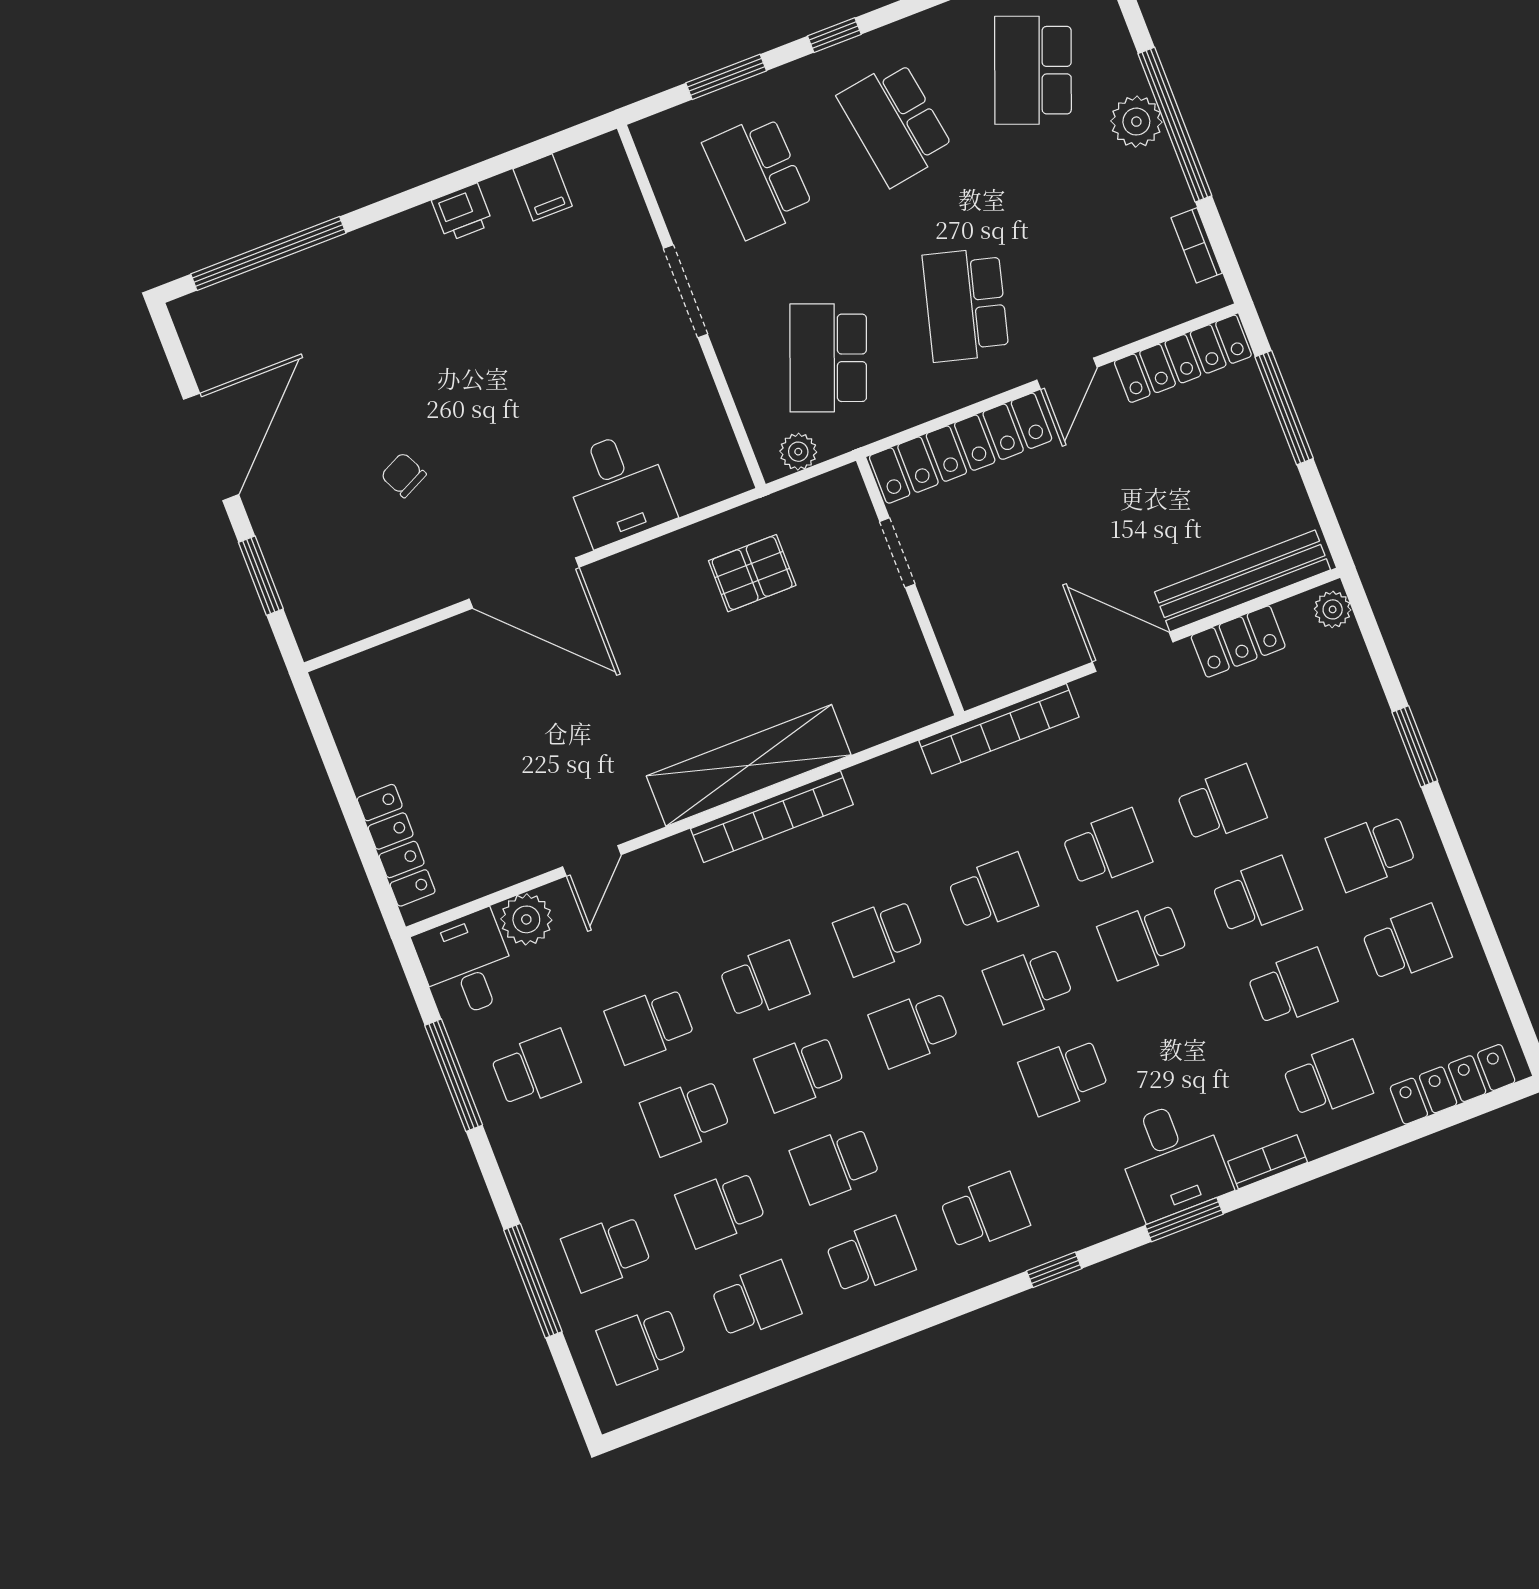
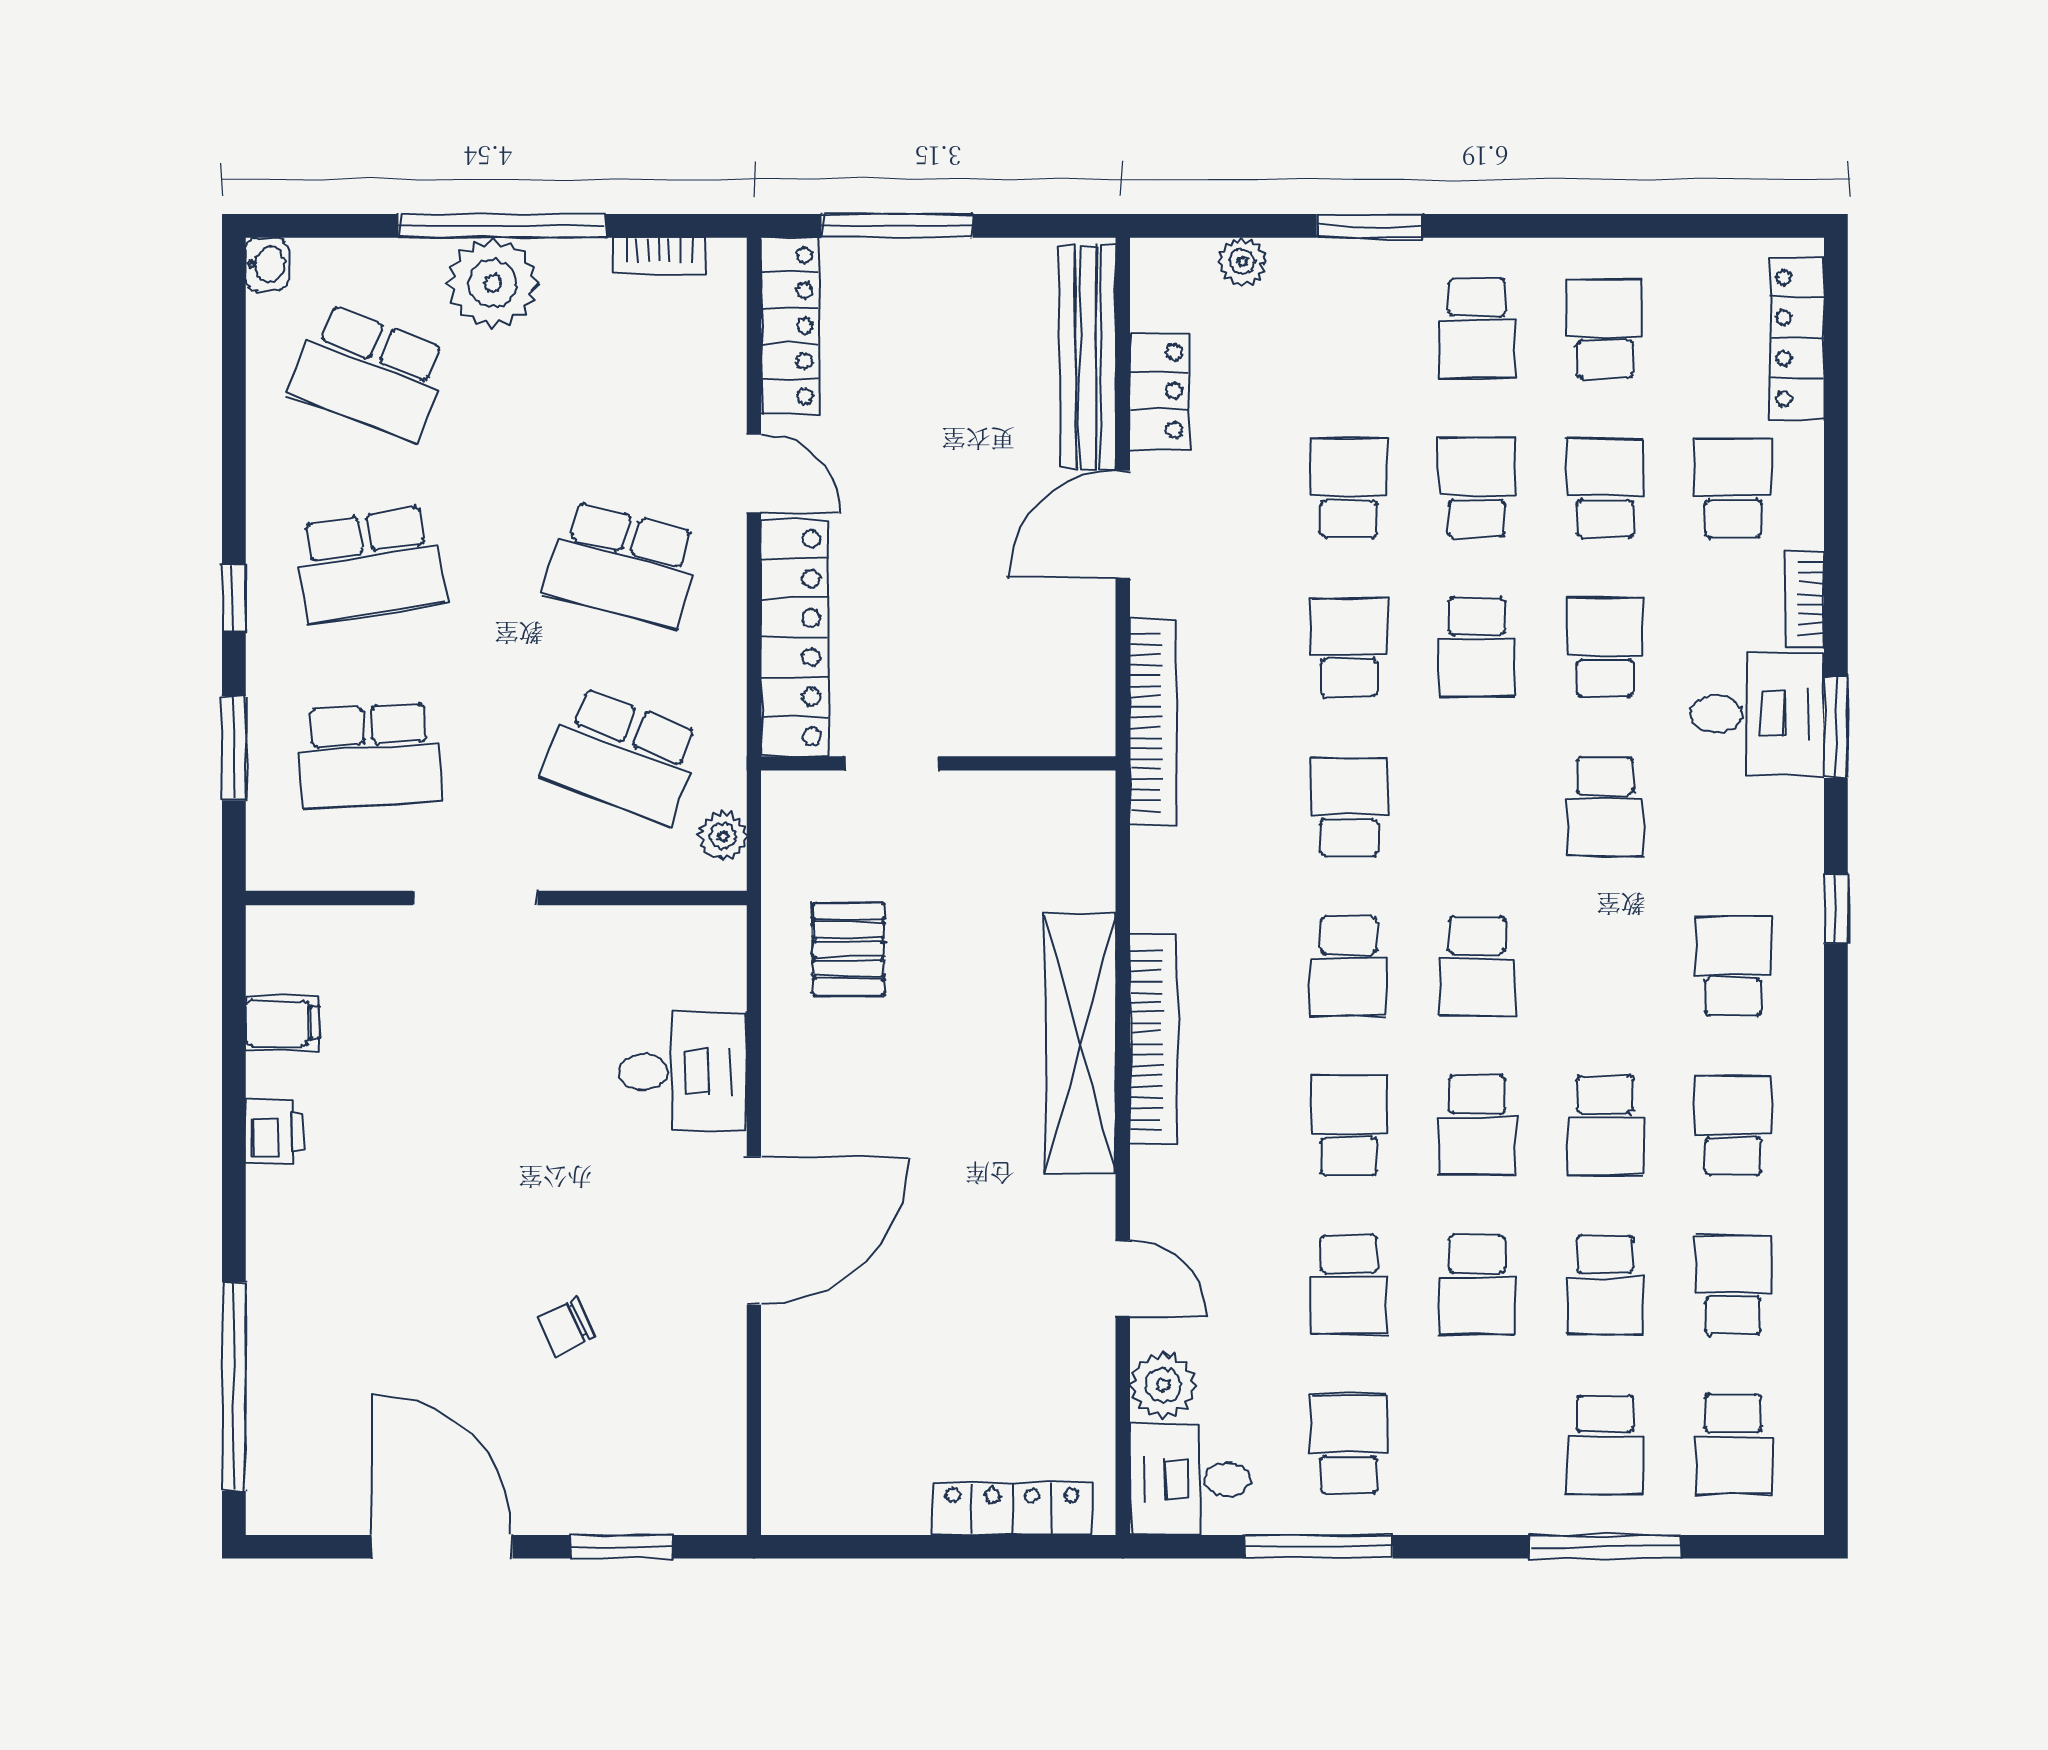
plant: (1136, 122) -> (493, 283), width x1.36, depth x1.36
plant: (1333, 609) -> (1242, 261), moved
school desk: (1028, 984) -> (1605, 647), moved, turned 180

